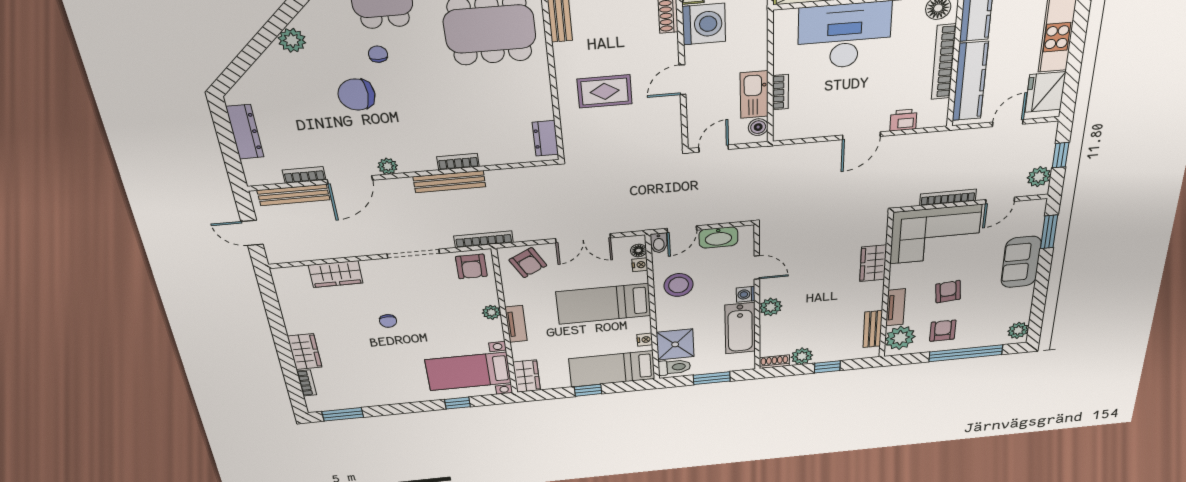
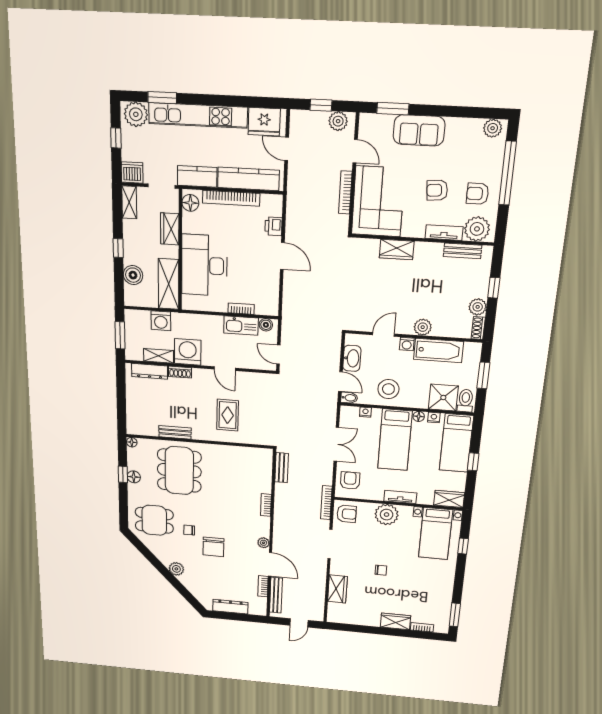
dresser: (545, 138) -> (256, 454), removed
bench: (449, 182) -> (282, 468), moved, width x0.73
floor lamp: (639, 250) -> (419, 416), moved
armchair: (528, 263) -> (350, 481), turned -62
plant: (491, 312) -> (387, 515), width x1.87, depth x1.87

